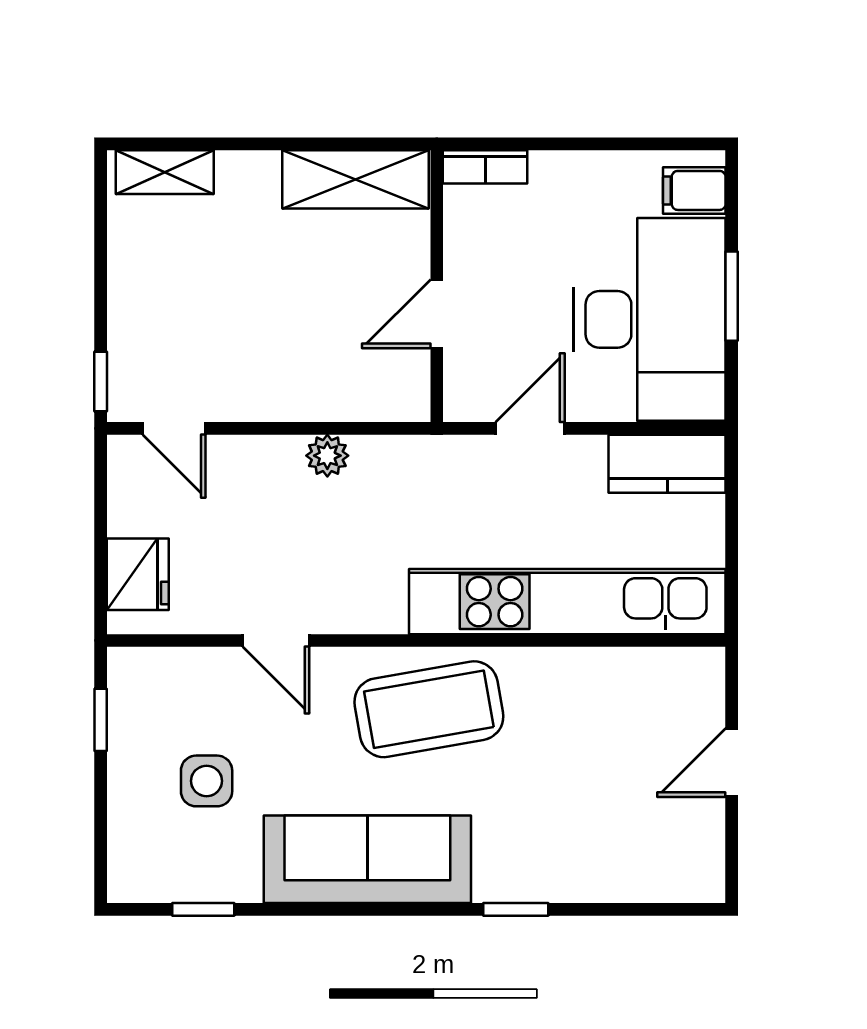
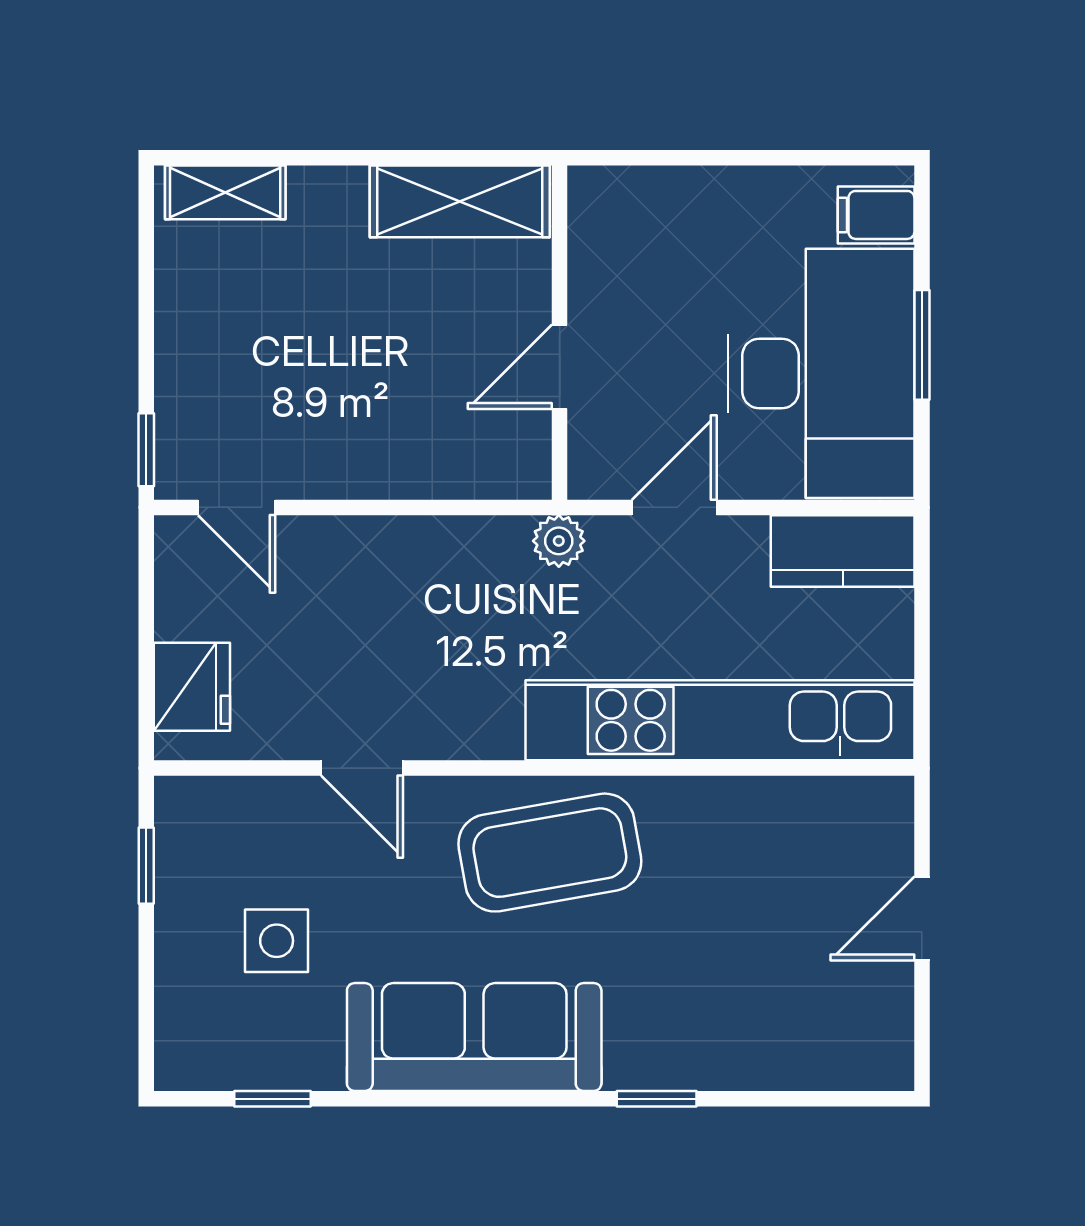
bookcase: (485, 167) -> (619, 186), removed
plant: (327, 456) -> (559, 541), moved

